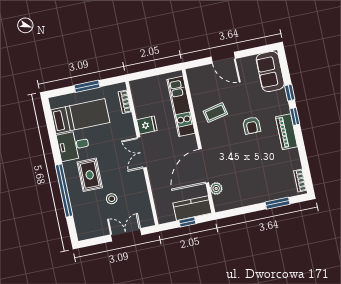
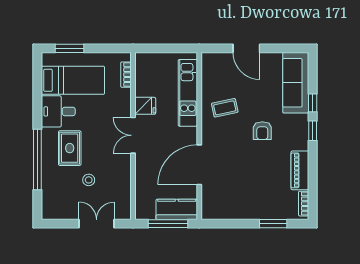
sofa: (270, 72) -> (296, 83), width x1.36
window: (87, 86) -> (69, 48), moved
piano: (287, 132) -> (300, 170), moved
plant: (216, 188) -> (208, 193), removed
window: (187, 222) -> (168, 224), width x2.17

